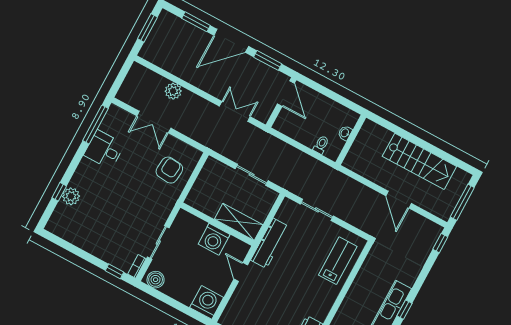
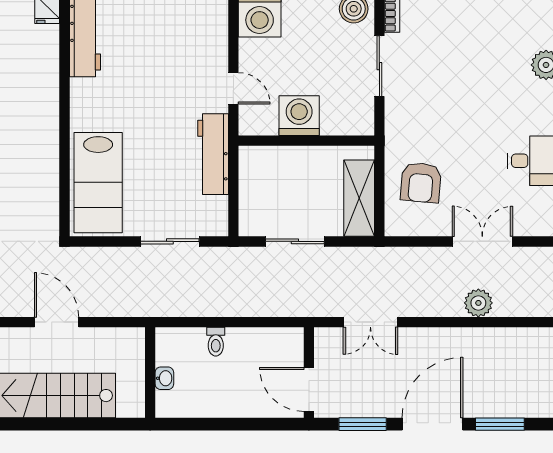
washbasin: (345, 133) -> (164, 378), moved
wall: (351, 140) -> (150, 372), moved
shelving: (239, 222) -> (359, 198), moved, turned 90
lab bench: (338, 261) -> (98, 183), width x1.36, depth x1.39

